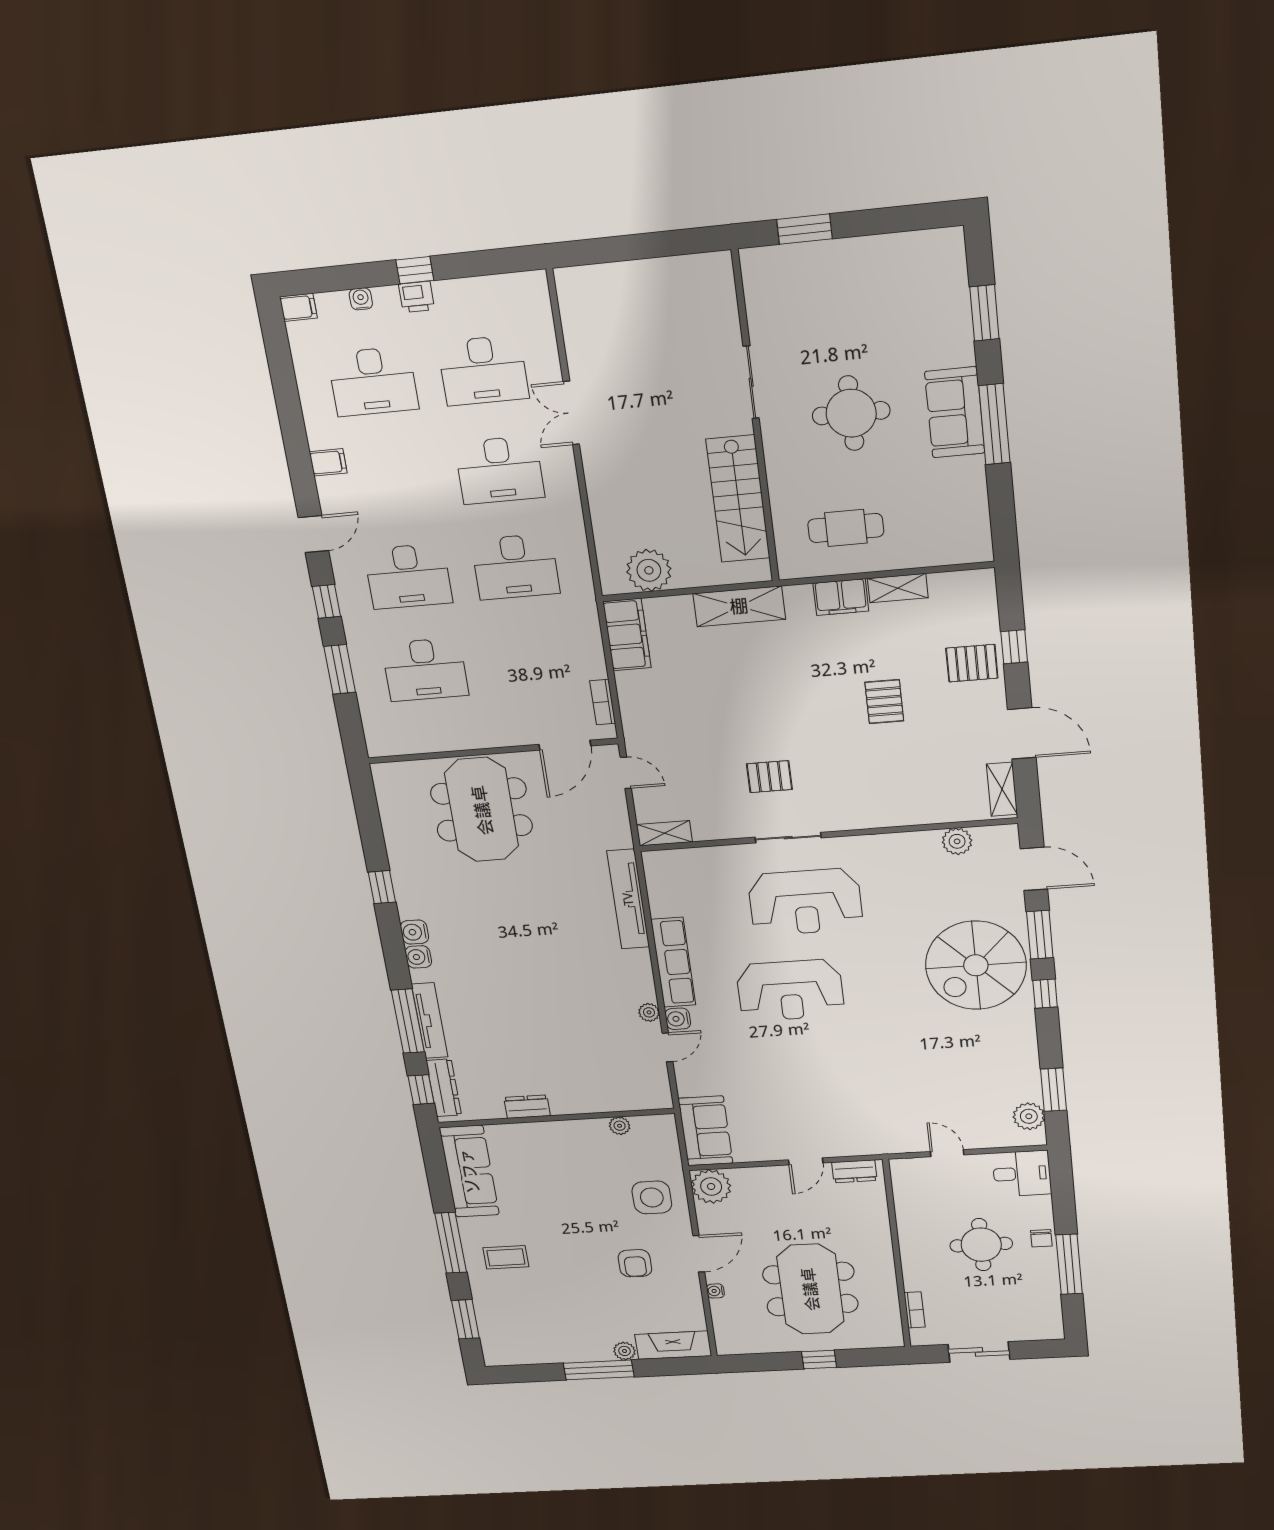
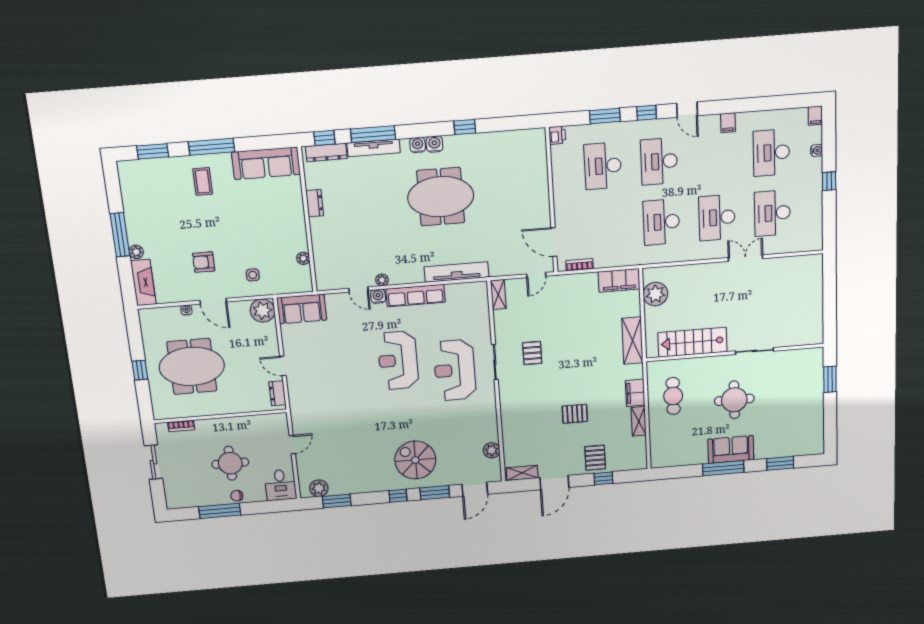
printer: (417, 297) -> (557, 135), moved, turned 180
meeting table: (482, 810) -> (441, 197), moved
spiral stairs: (976, 965) -> (415, 460), width x0.73, depth x0.73
side table: (652, 1197) -> (253, 275), width x0.54, depth x0.54

